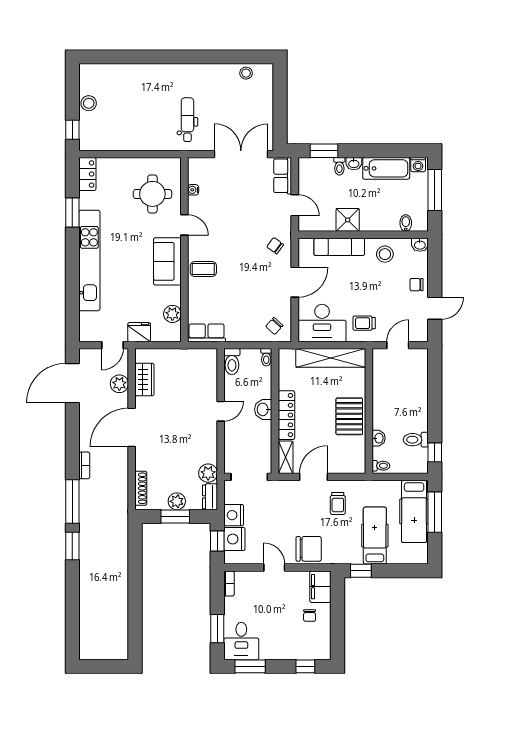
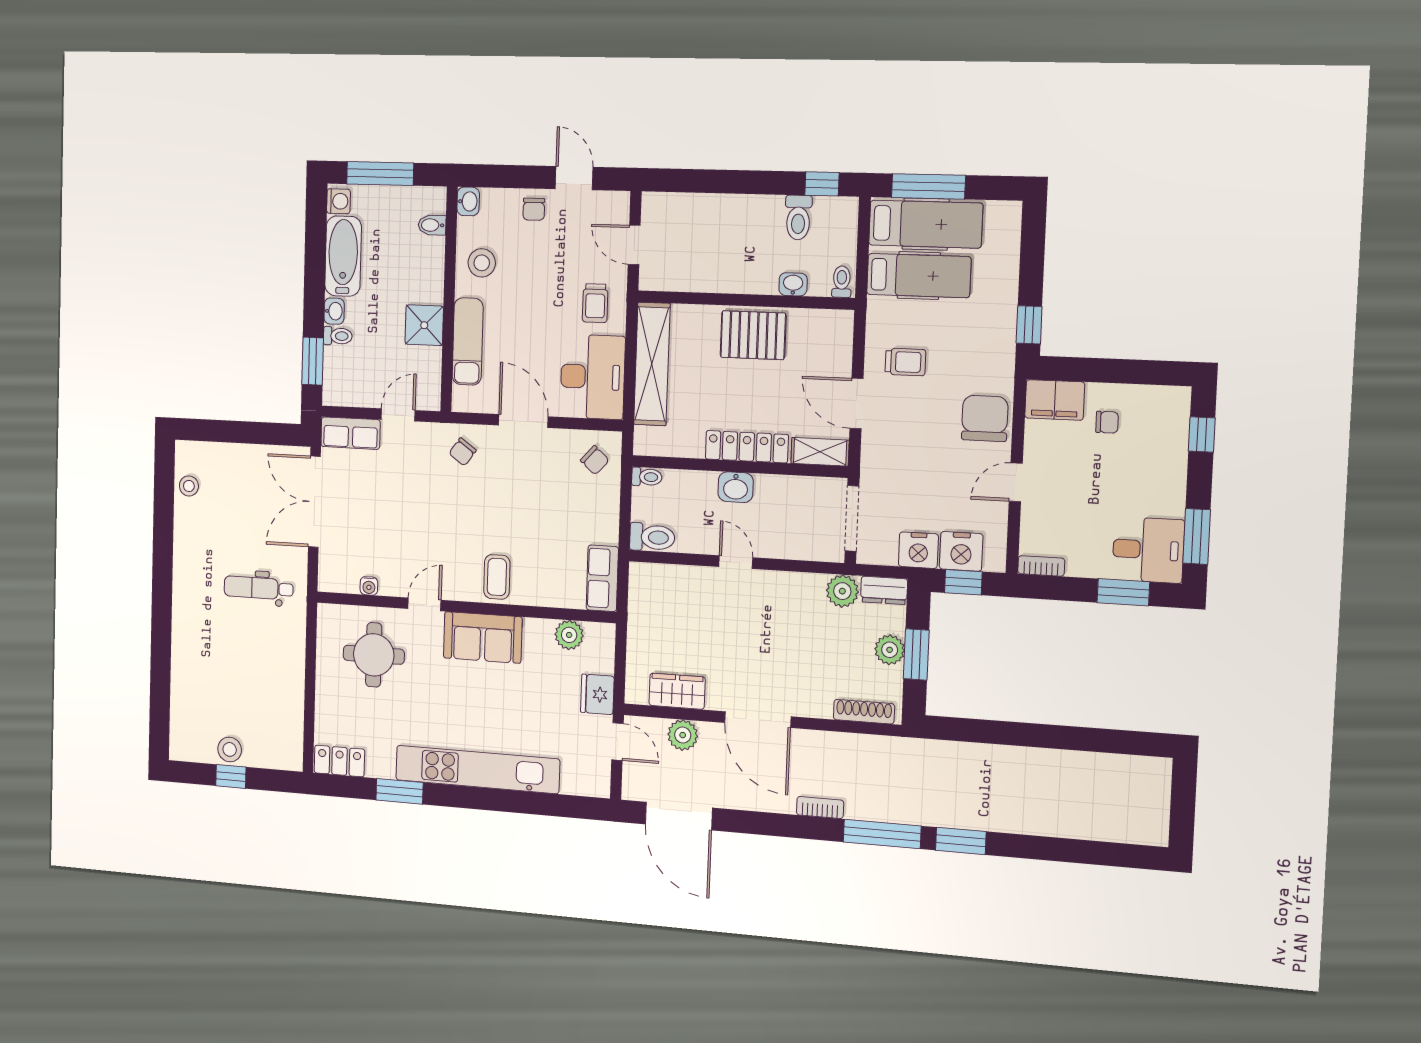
window: (72, 130) -> (231, 776), moved
hospital bed: (375, 536) -> (919, 276), moved, turned 180

